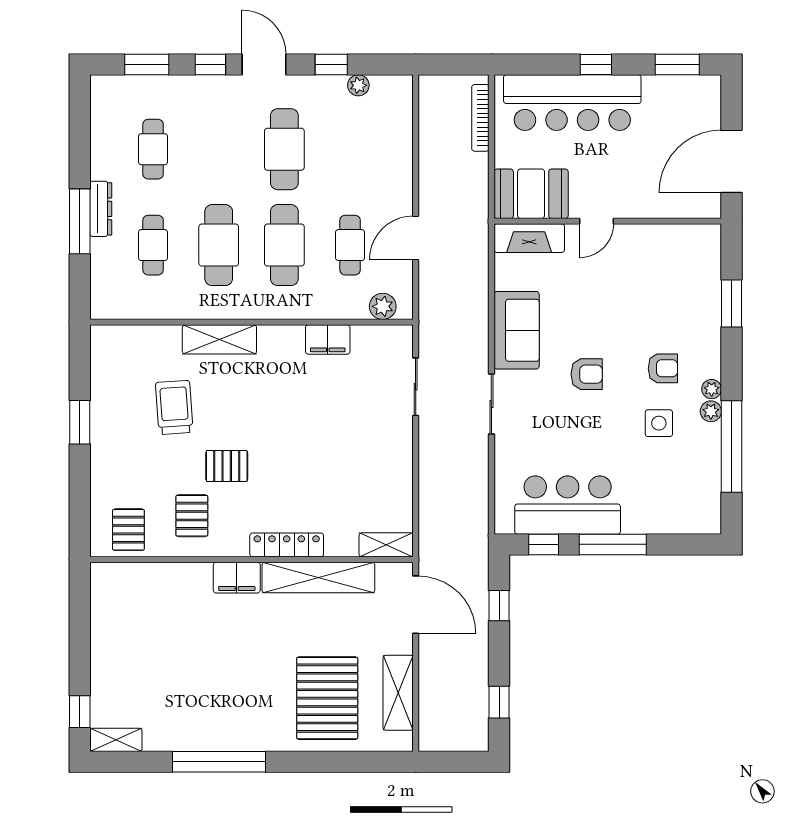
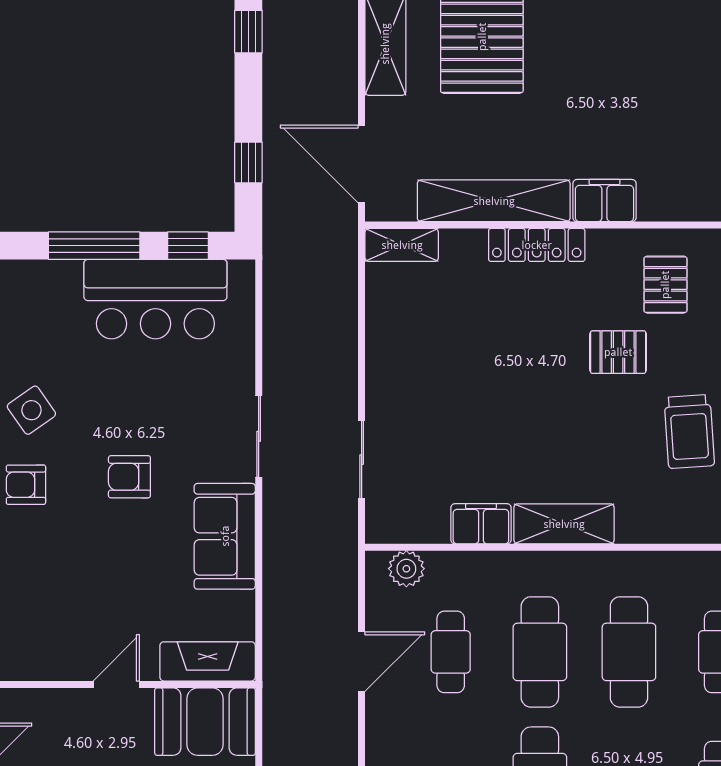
shelving: (219, 339) -> (564, 524), moved
side table: (659, 423) -> (31, 410), turned -35

